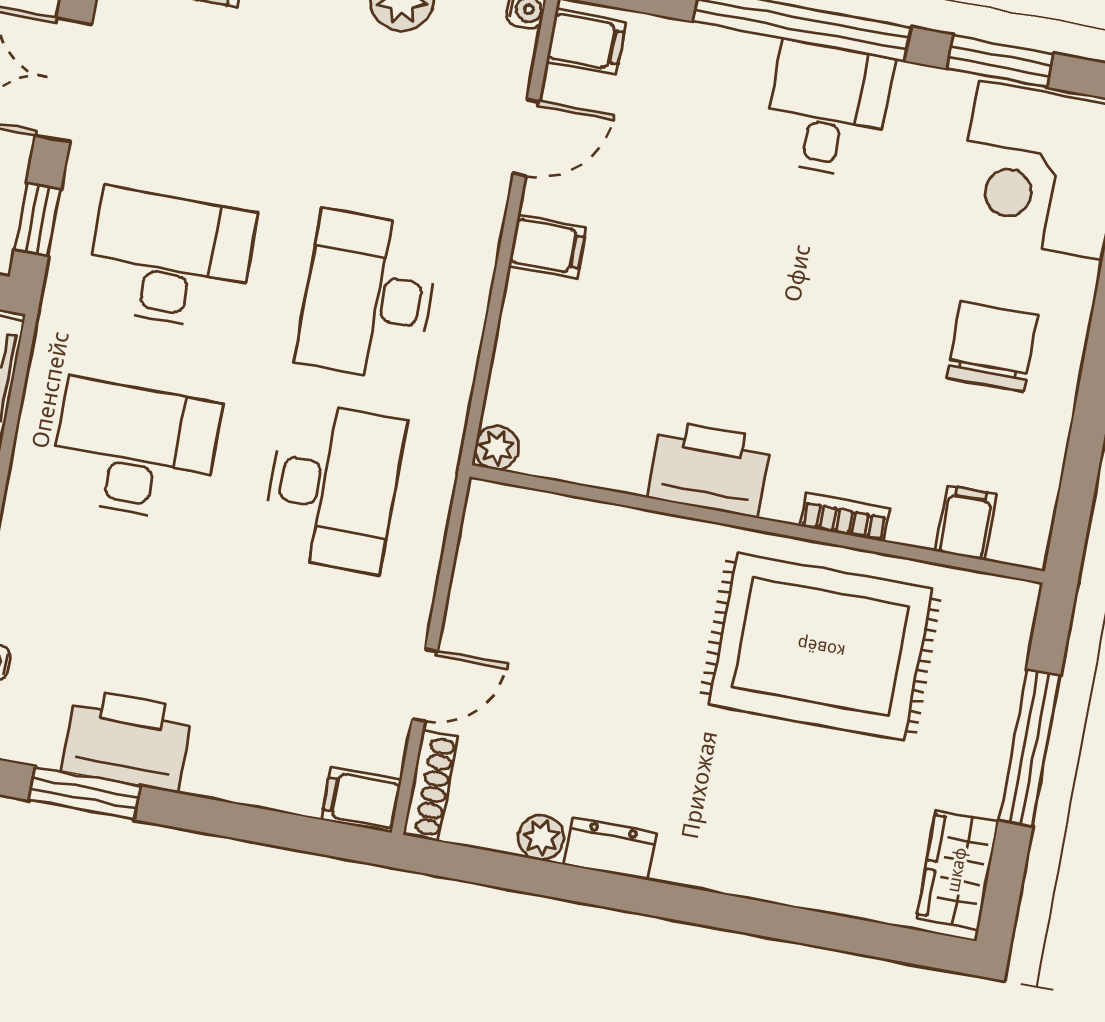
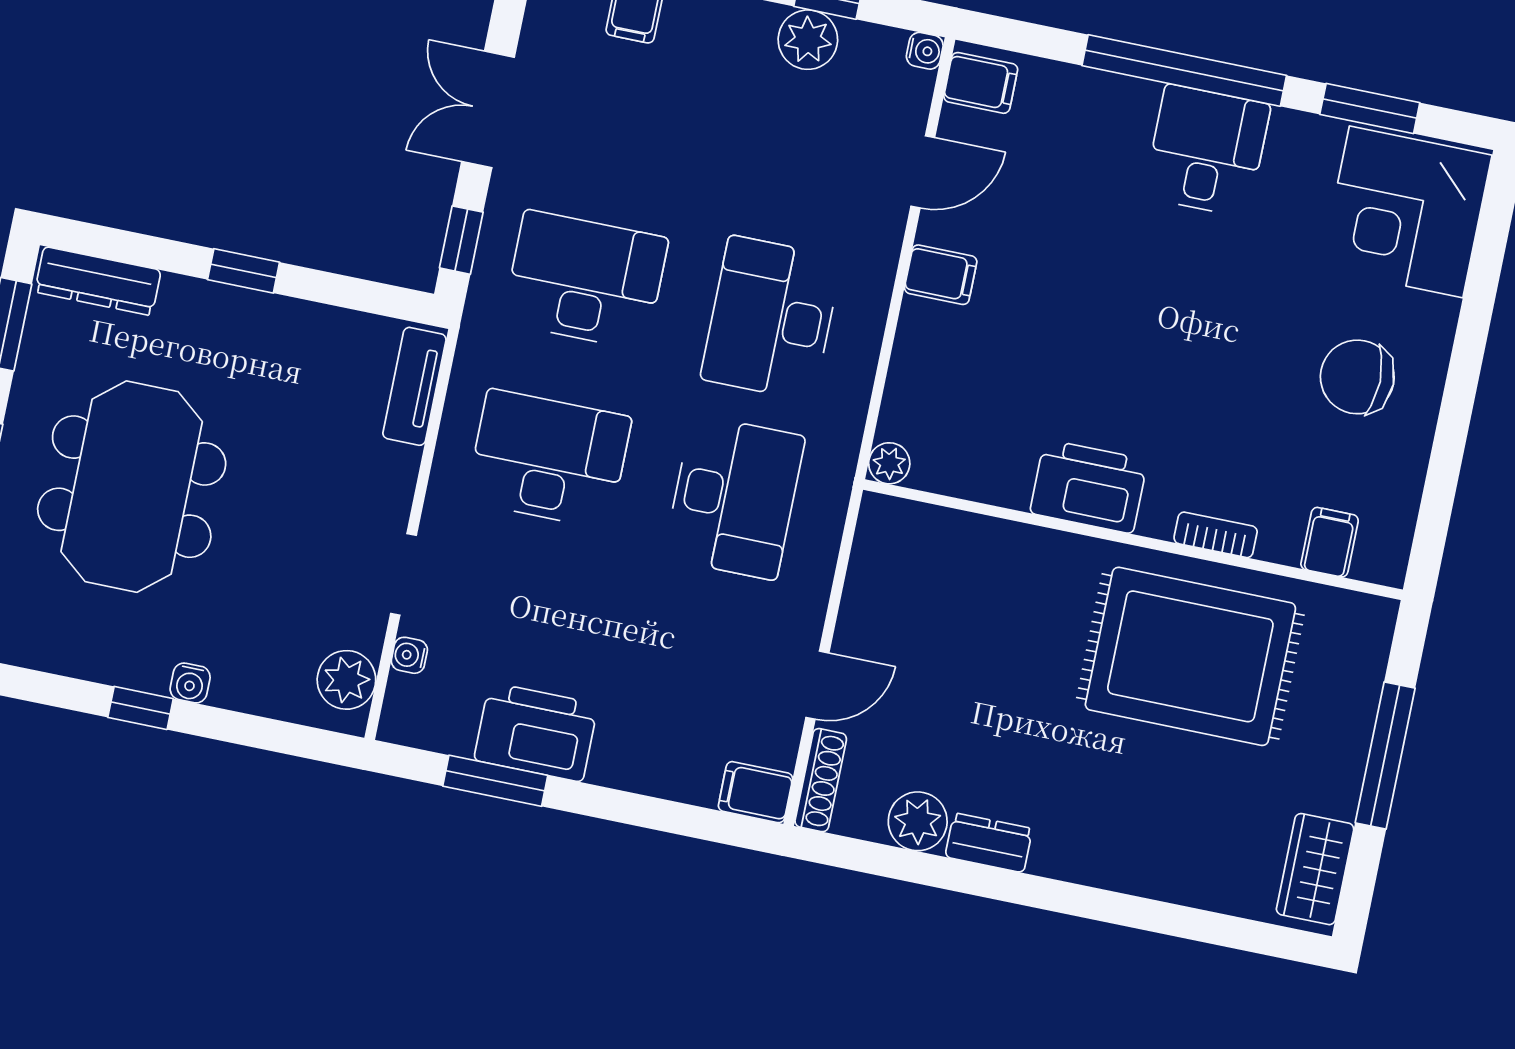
chair: (992, 346) -> (1357, 377), turned -90
plant: (541, 837) -> (918, 821), width x1.38, depth x1.38

